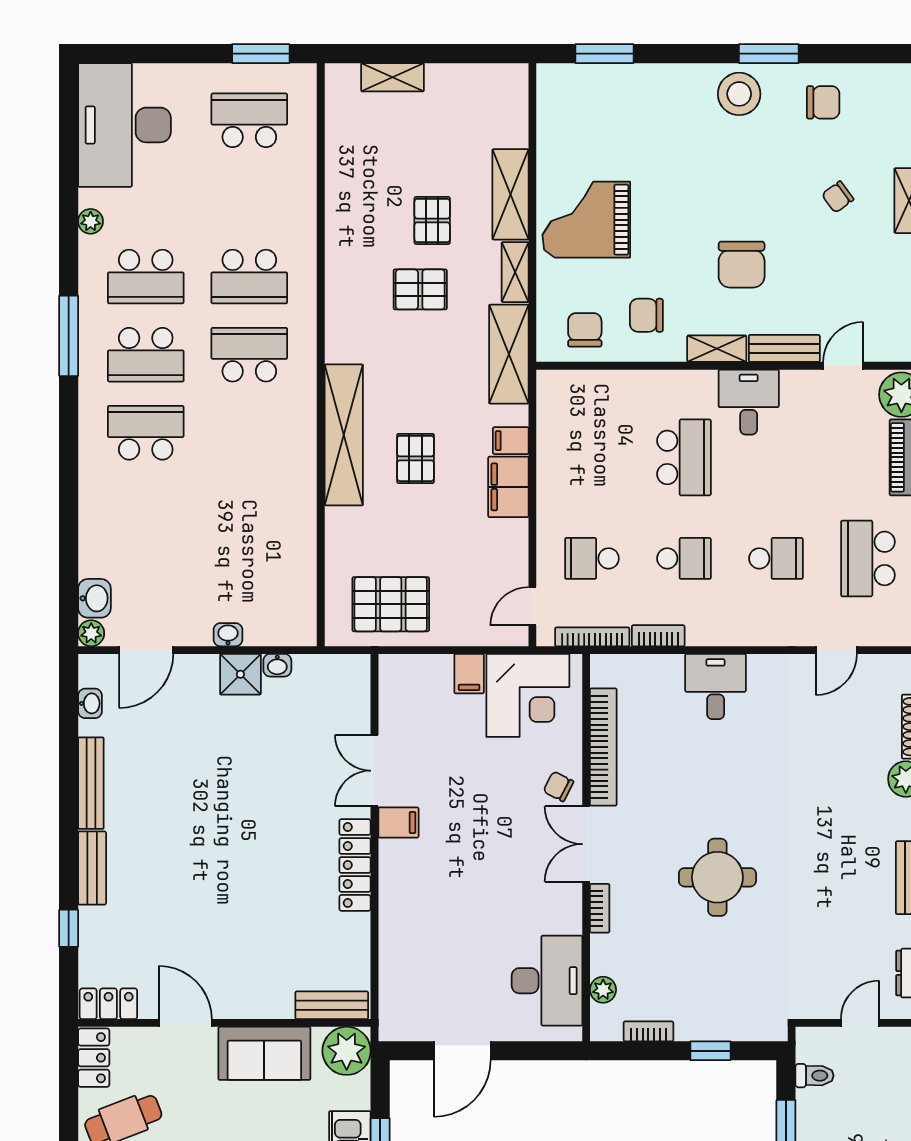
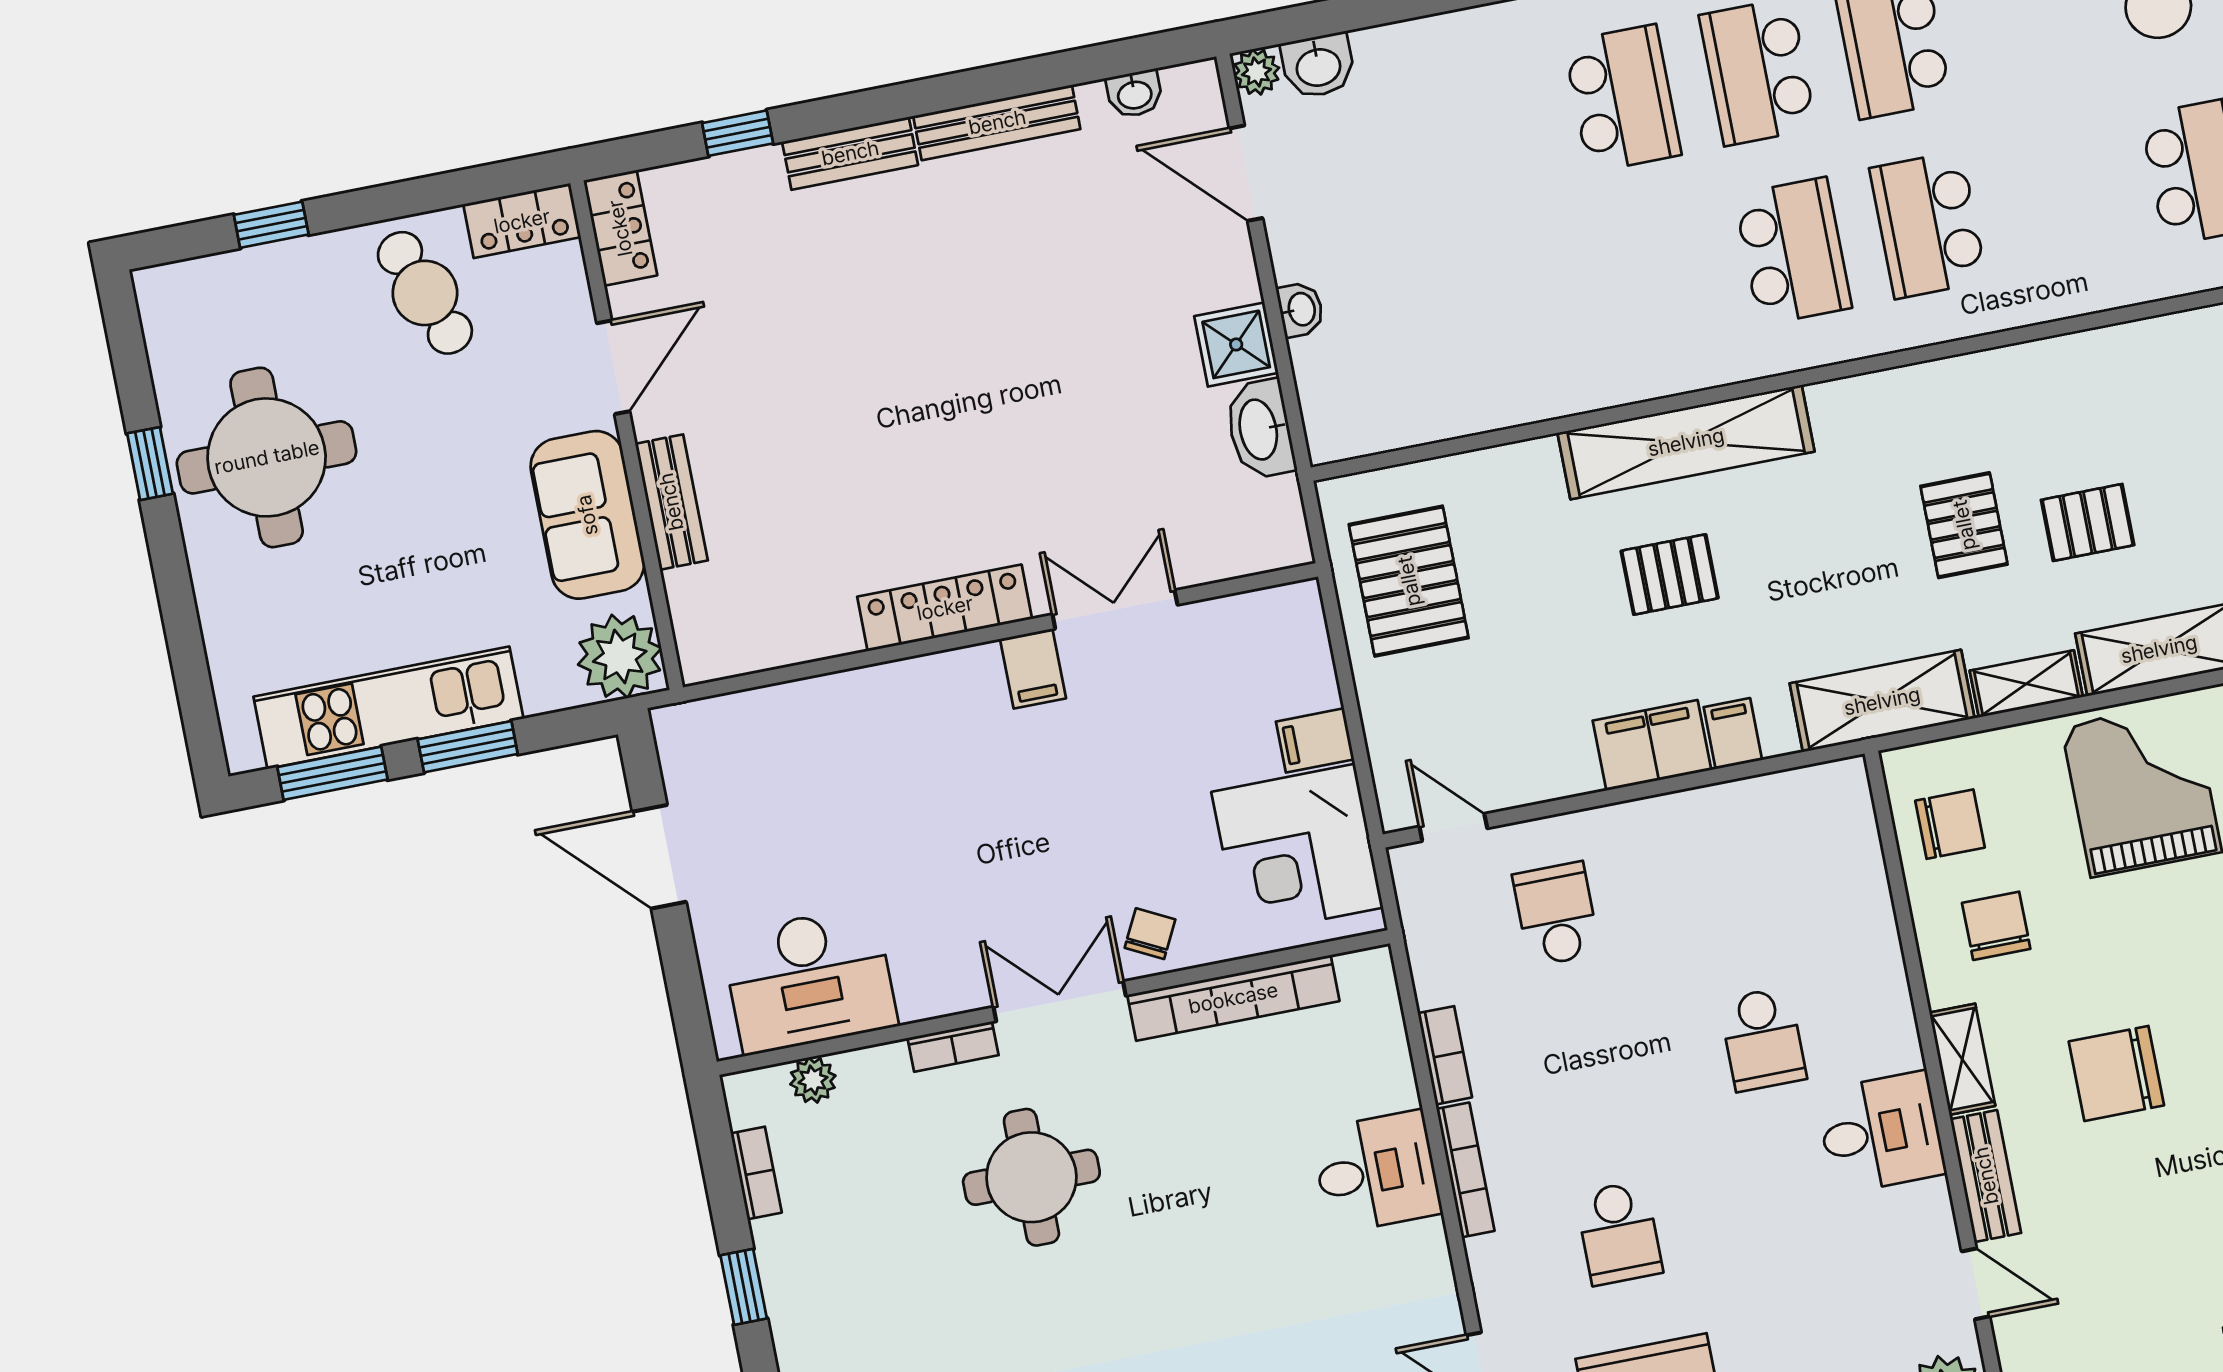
school desk: (684, 457) -> (1763, 1039), width x0.54
school desk: (684, 558) -> (1588, 1074), removed
bookcase: (592, 637) -> (1465, 1170), moved
washbasin: (277, 665) -> (1260, 429), width x1.91, depth x1.45
round table: (717, 877) -> (1031, 1177), moved
bench: (332, 1005) -> (671, 502), moved

